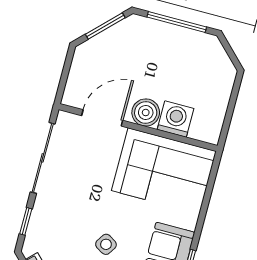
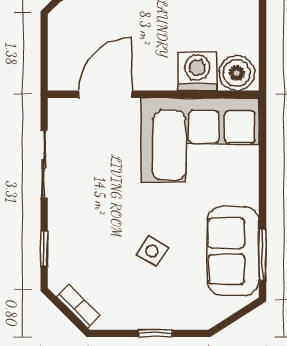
boiler: (146, 112) -> (237, 73), moved
sliding door: (43, 158) -> (44, 164), width x0.73

